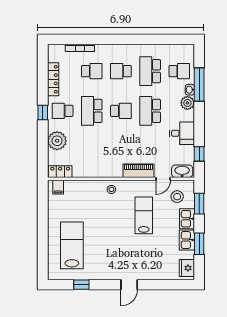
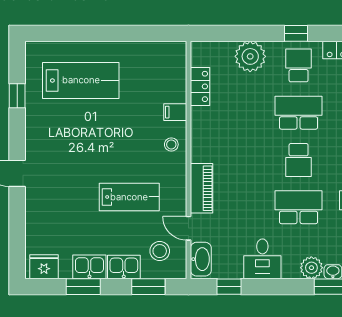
locker: (60, 172) -> (200, 86), moved
filing cabinet: (58, 187) -> (175, 112), moved

